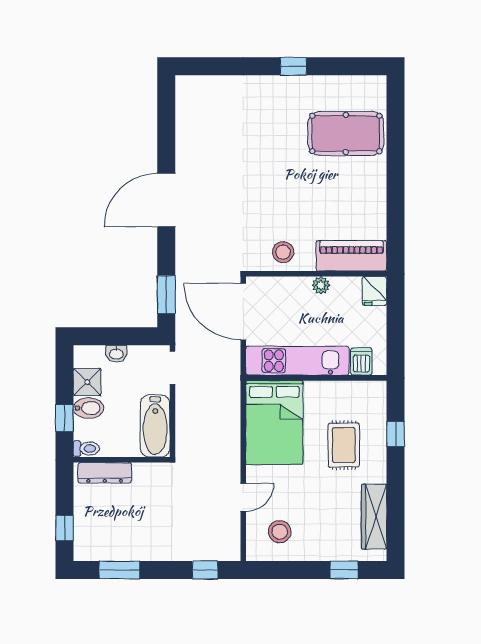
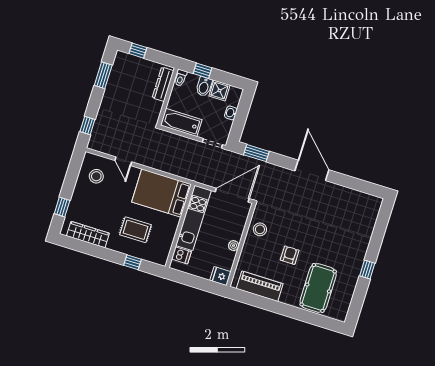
armchair: (309, 193) -> (290, 255), added
piano: (351, 256) -> (260, 286), moved, turned -90

